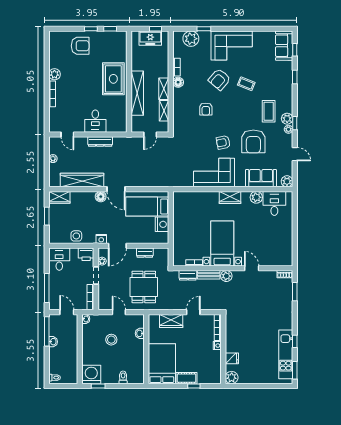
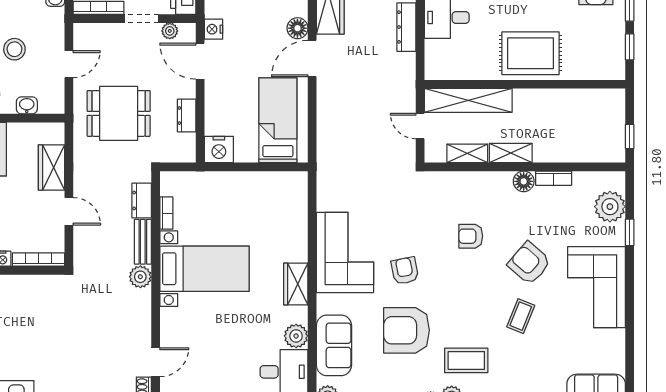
freezer: (150, 38) -> (611, 126), removed
shelving: (137, 93) -> (468, 100), moved
nightstand: (162, 224) -> (219, 149), moved
door: (252, 268) -> (156, 362), moved

